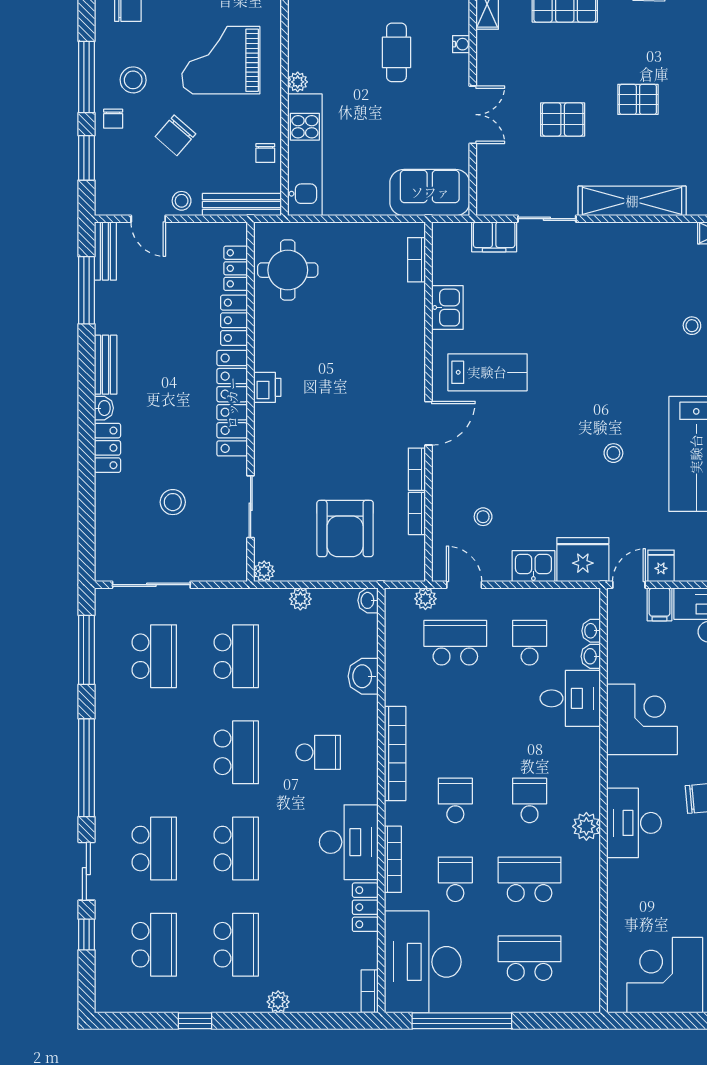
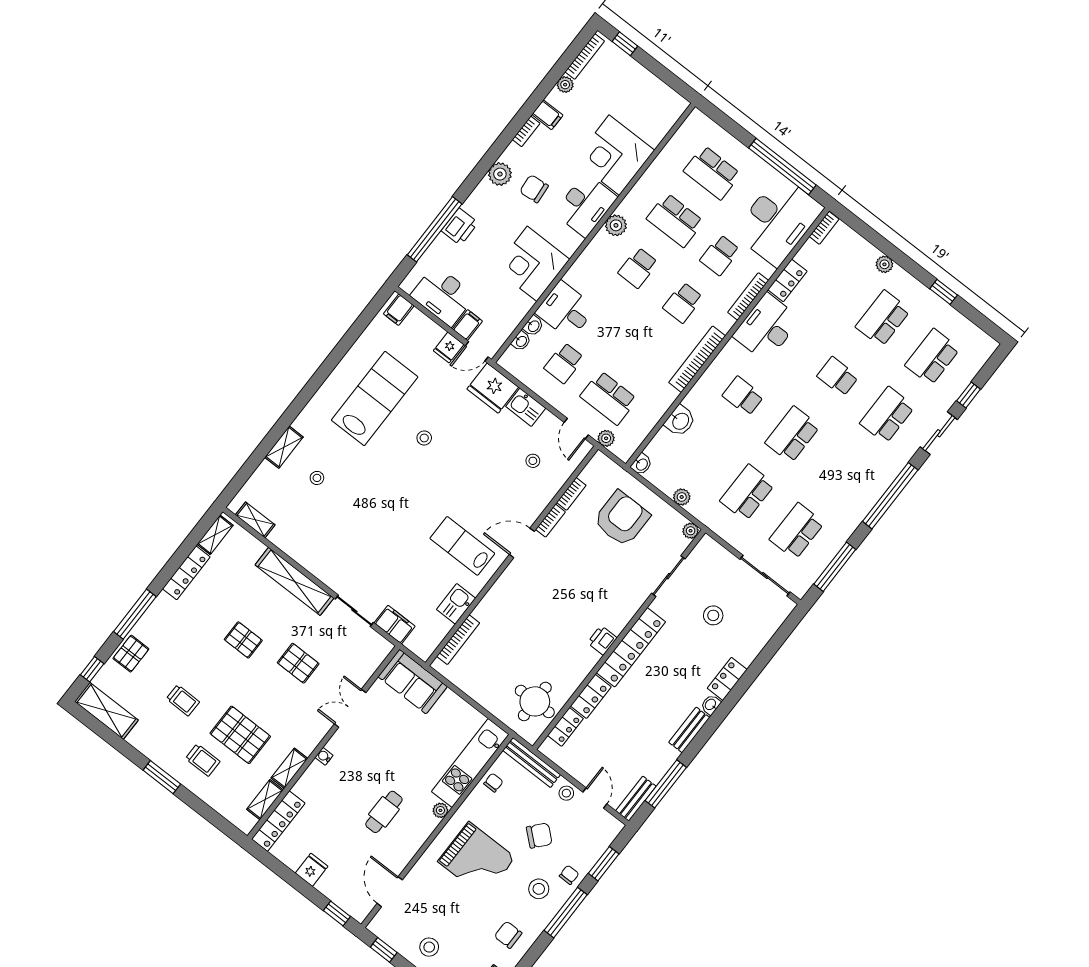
cafe table: (396, 52) -> (384, 812), moved
bookcase: (416, 260) -> (458, 640), width x1.56
school desk: (236, 849) -> (838, 377), width x0.54
corner desk: (665, 975) -> (614, 155), moved, turned 90

